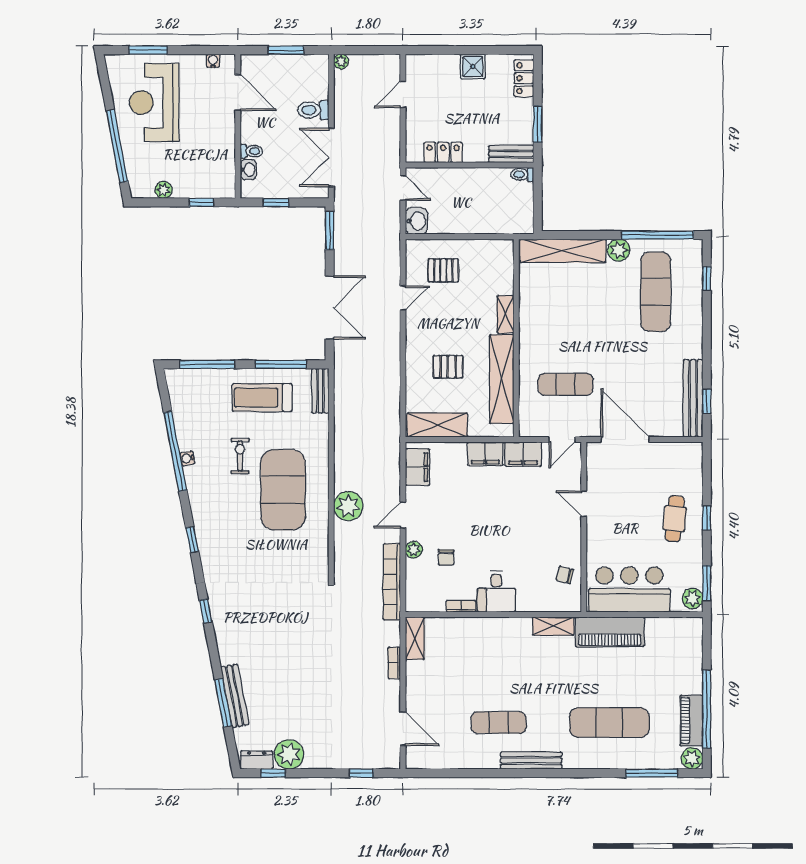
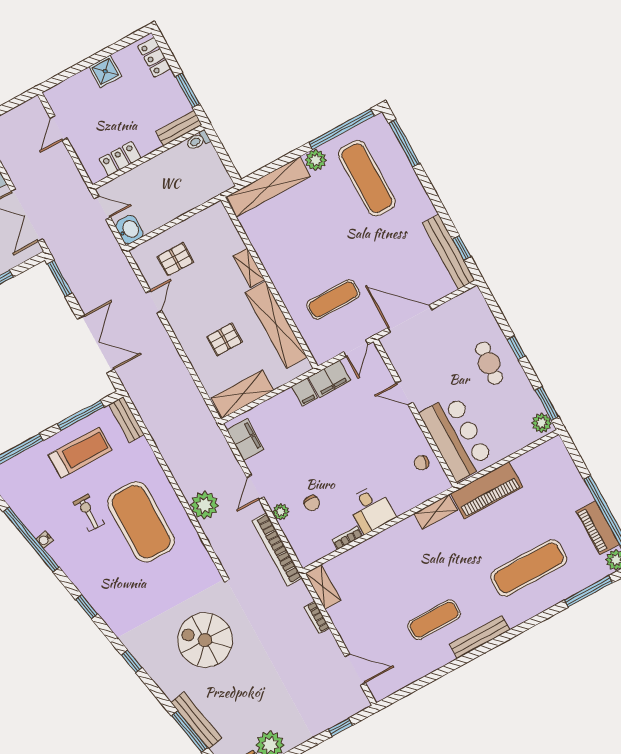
window: (707, 279) -> (404, 143), width x2.17
treadmill: (262, 398) -> (80, 453), turned 180
filing cabinet: (485, 454) -> (305, 392), width x0.50
bar counter: (629, 589) -> (457, 437), moved, turned 90
spiral stairs: (282, 628) -> (205, 640), added

